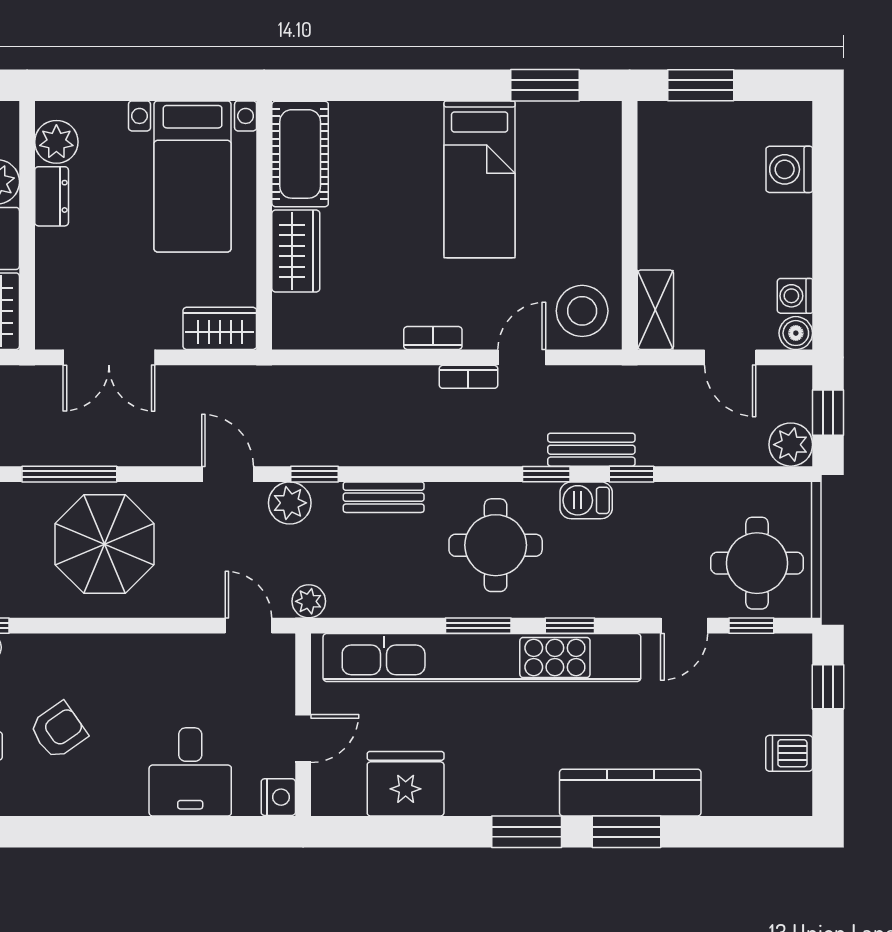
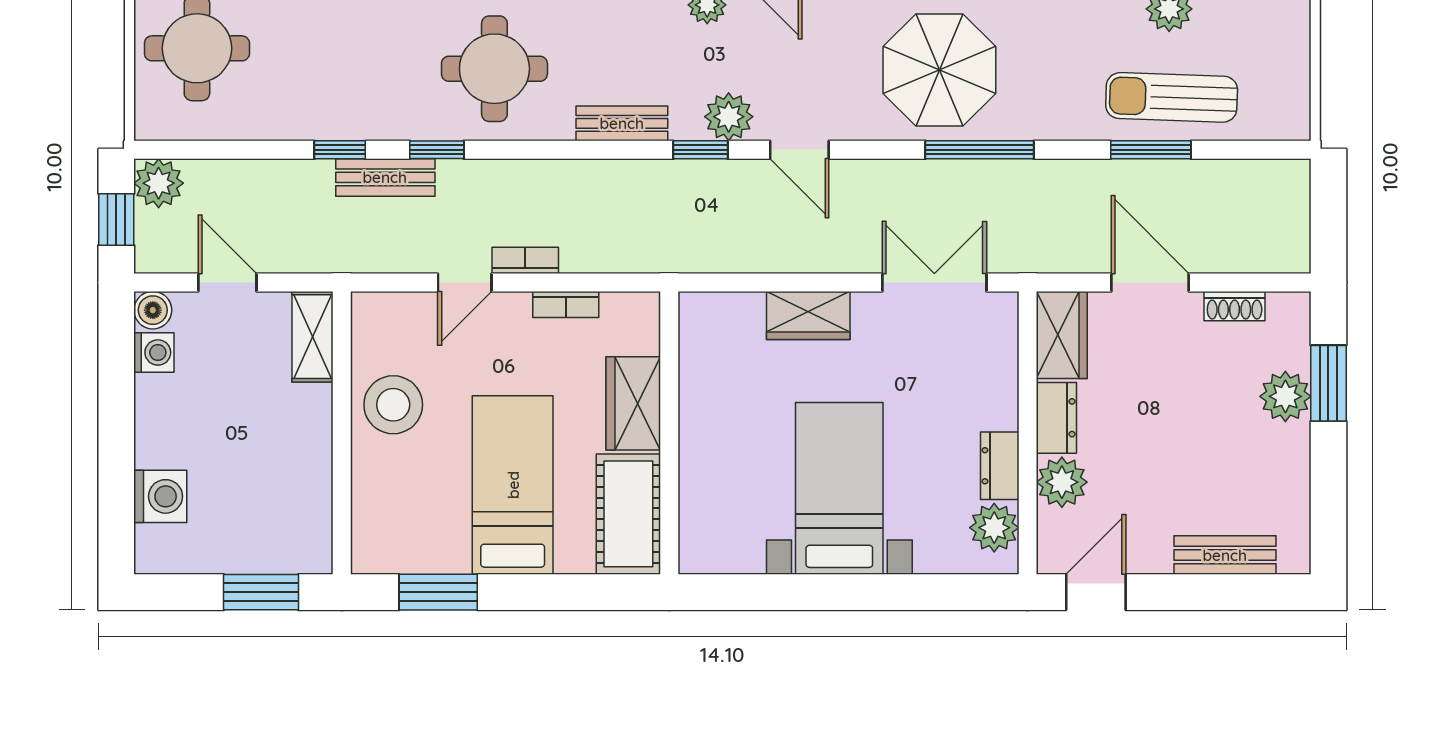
cot: (300, 154) -> (628, 514), moved
wall: (264, 225) -> (669, 433), moved
wardrobe: (296, 251) -> (633, 403), moved
stool: (582, 311) -> (393, 405), moved
barbecue: (586, 500) -> (391, 120), removed

